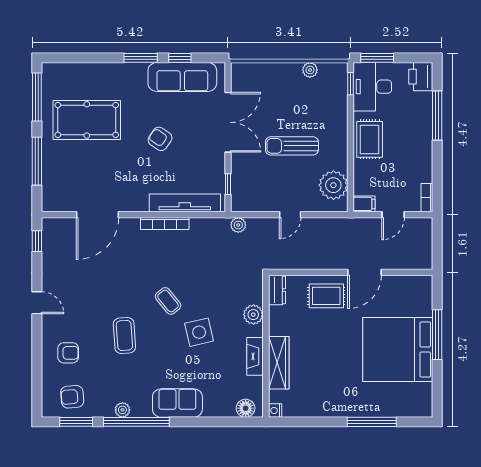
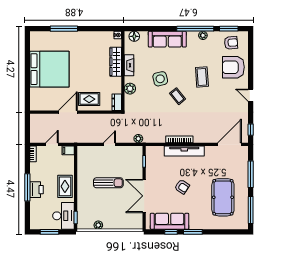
window: (377, 58) -> (50, 232), moved
printer: (421, 77) -> (36, 190), moved
window: (437, 115) -> (27, 187), moved
pool table: (87, 120) -> (223, 197), turned 90
plant: (333, 185) -> (85, 161), removed
tv unit: (185, 203) -> (184, 151), moved
door: (97, 215) -> (230, 144), moved
window: (437, 335) -> (27, 77), removed
armchair: (68, 353) -> (233, 67), width x1.88, depth x1.88
sofa: (177, 403) -> (167, 39), width x1.36

